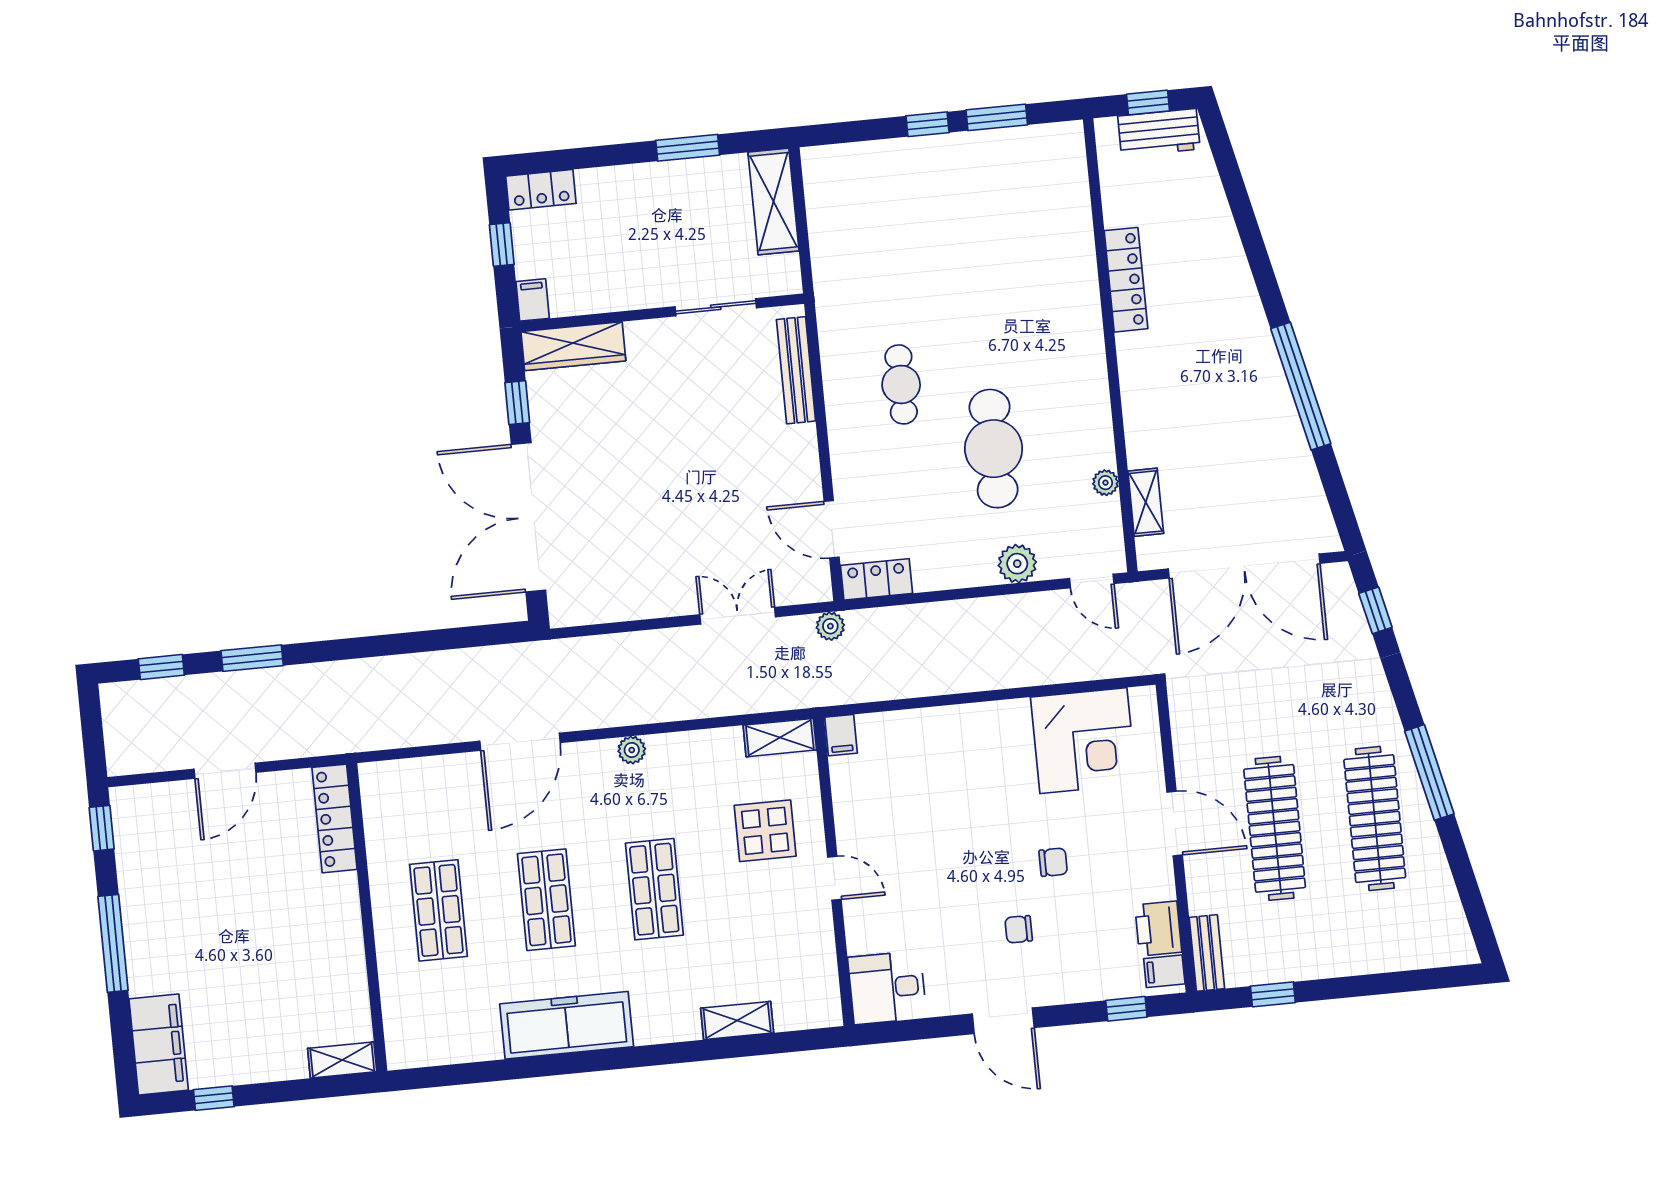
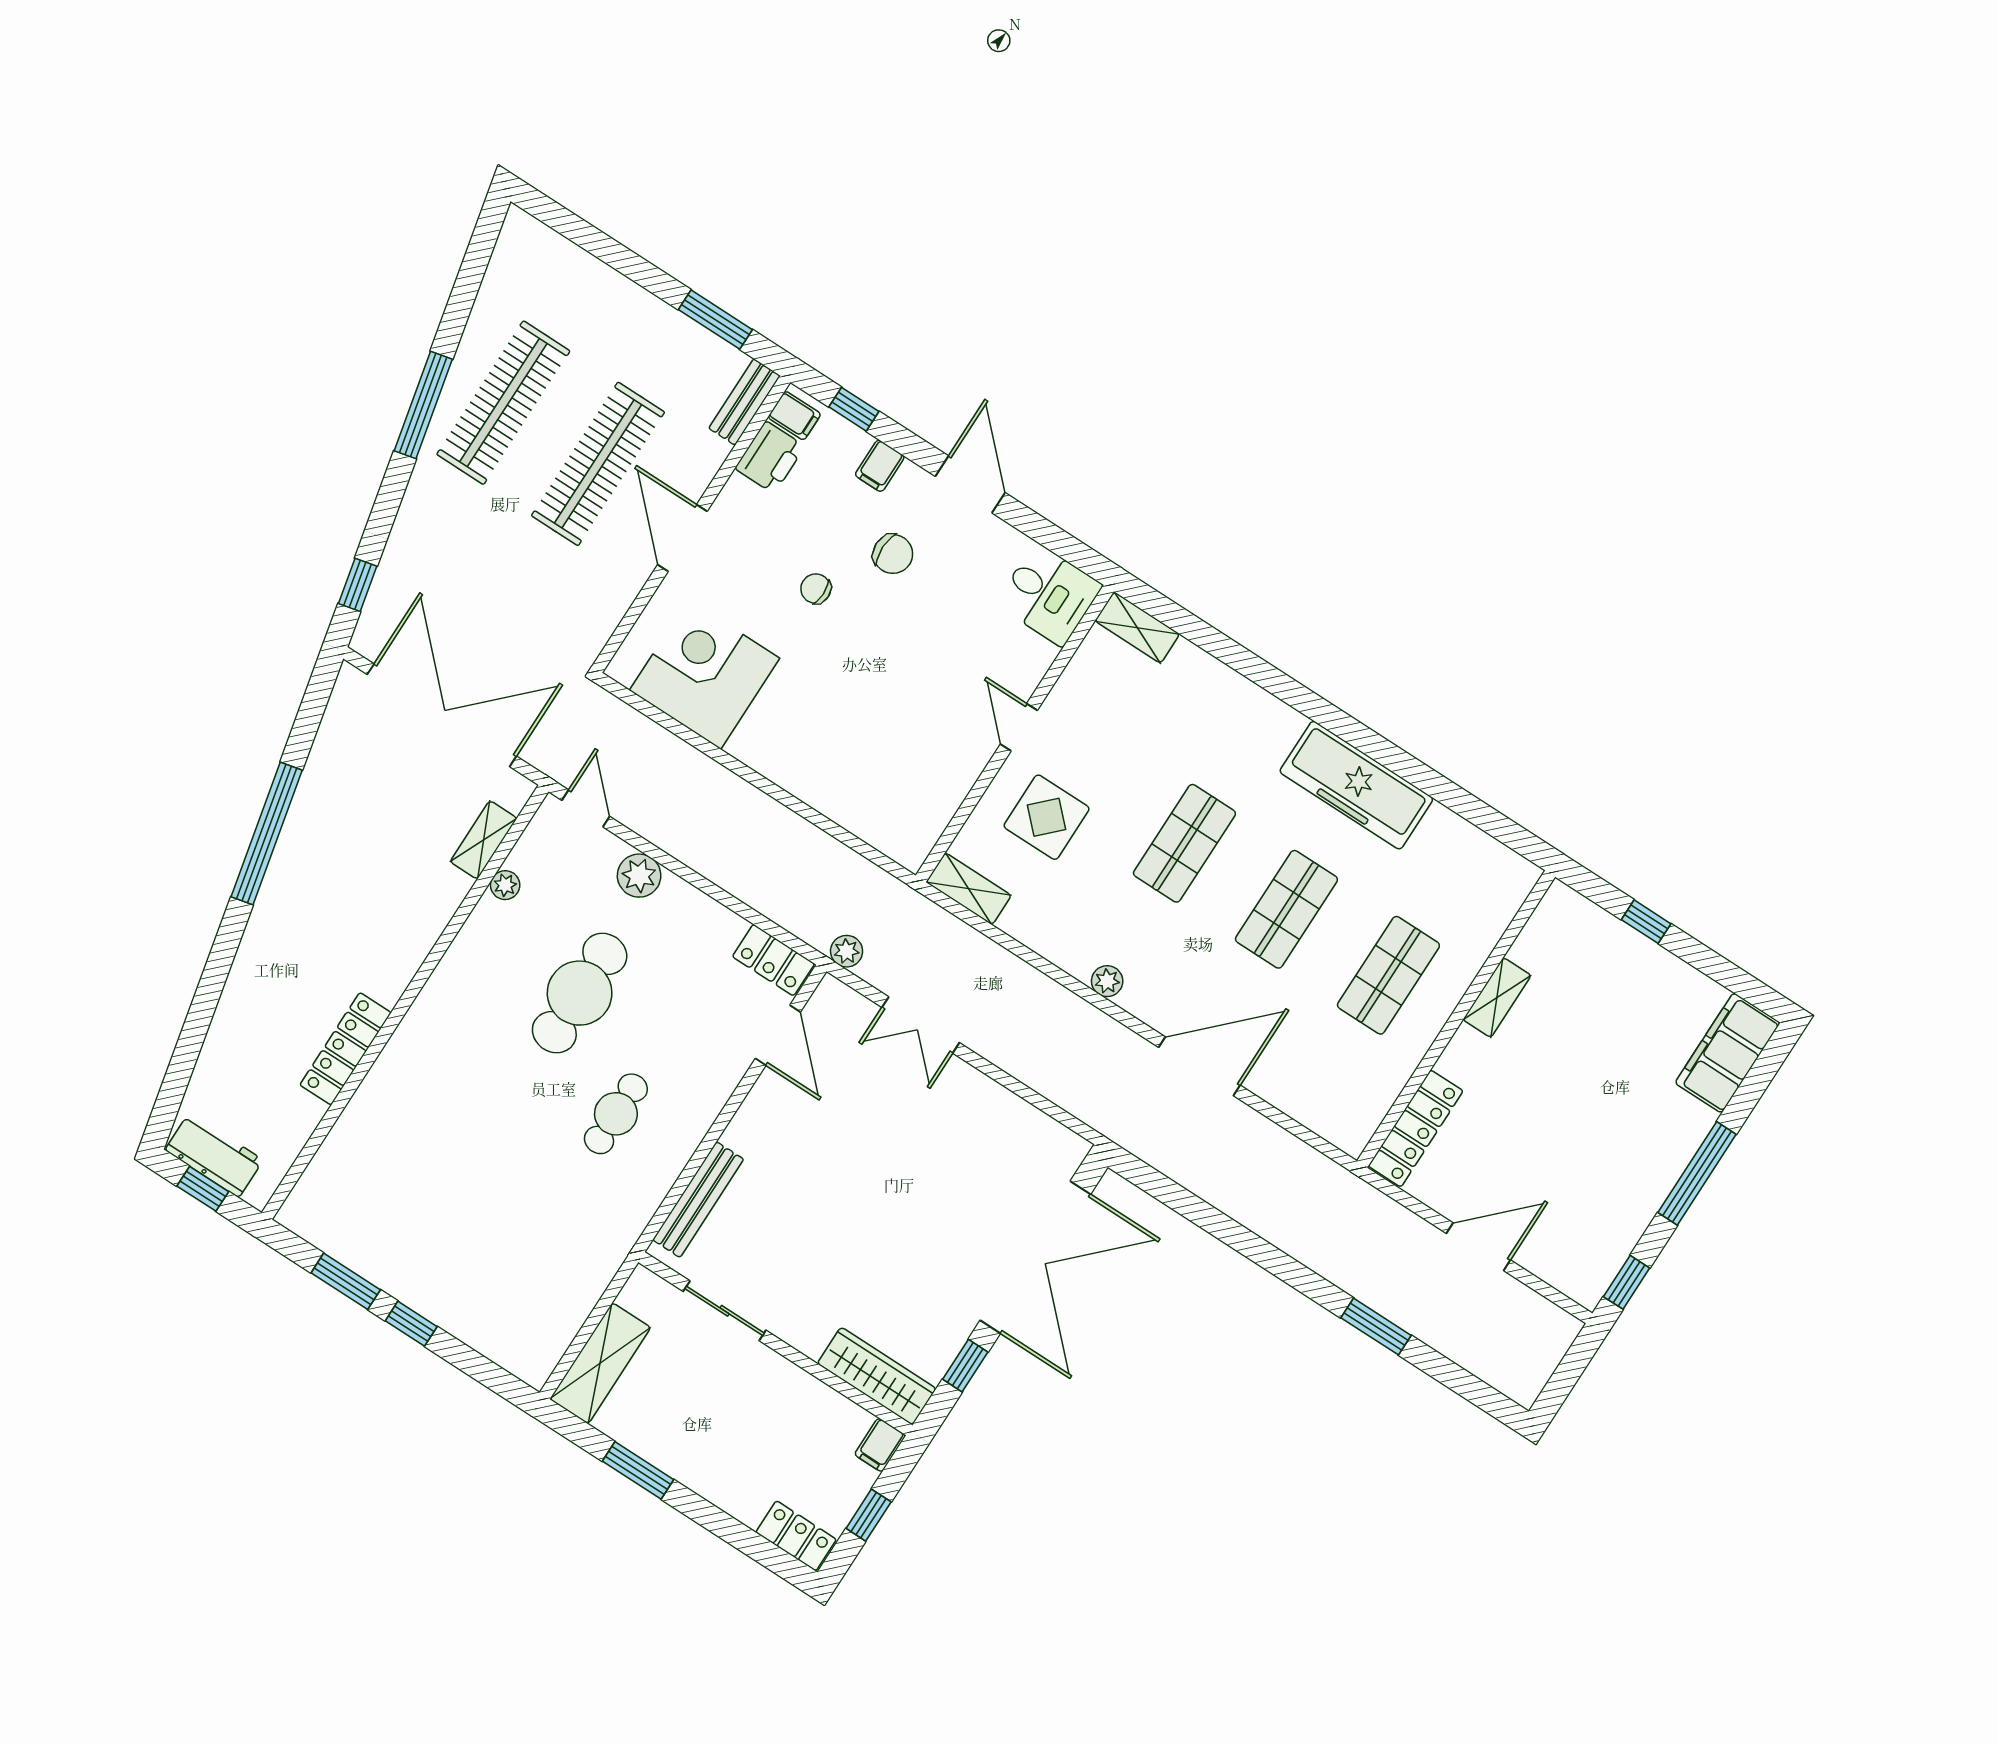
window: (161, 667) -> (1462, 1382), removed
filing cabinet: (841, 735) -> (880, 466), moved, turned 180
chair: (1019, 929) -> (893, 554), width x1.37, depth x1.37
window: (1273, 994) -> (715, 320), width x1.50
shelving: (737, 1021) -> (1137, 628), moved
shelving: (342, 1060) -> (1497, 998), moved, turned 90
window: (214, 1098) -> (1646, 922), moved

